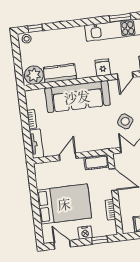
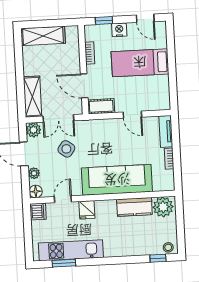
door: (68, 157) -> (132, 115), hinge flipped
bed: (64, 204) -> (140, 63), width x0.67

